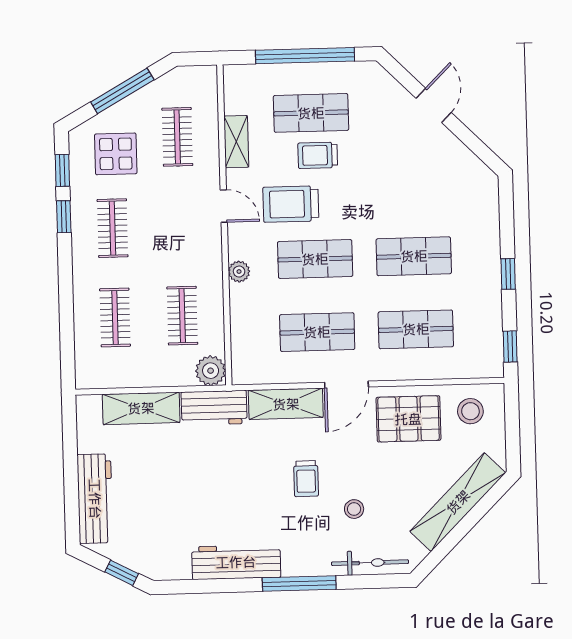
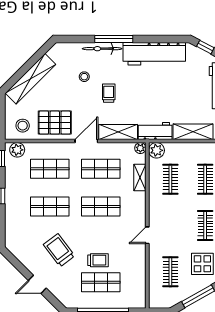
door: (434, 105) -> (37, 284), hinge flipped
shelving: (236, 142) -> (140, 177), moved
trolley: (291, 204) -> (59, 250), moved, turned -127
door: (224, 206) -> (147, 235), hinge flipped
plant: (239, 272) -> (140, 148), moved
plant: (480, 364) -> (17, 150), added
workbench: (236, 562) -> (154, 54), width x1.36, depth x1.32
bicycle: (370, 563) -> (102, 49), moved

